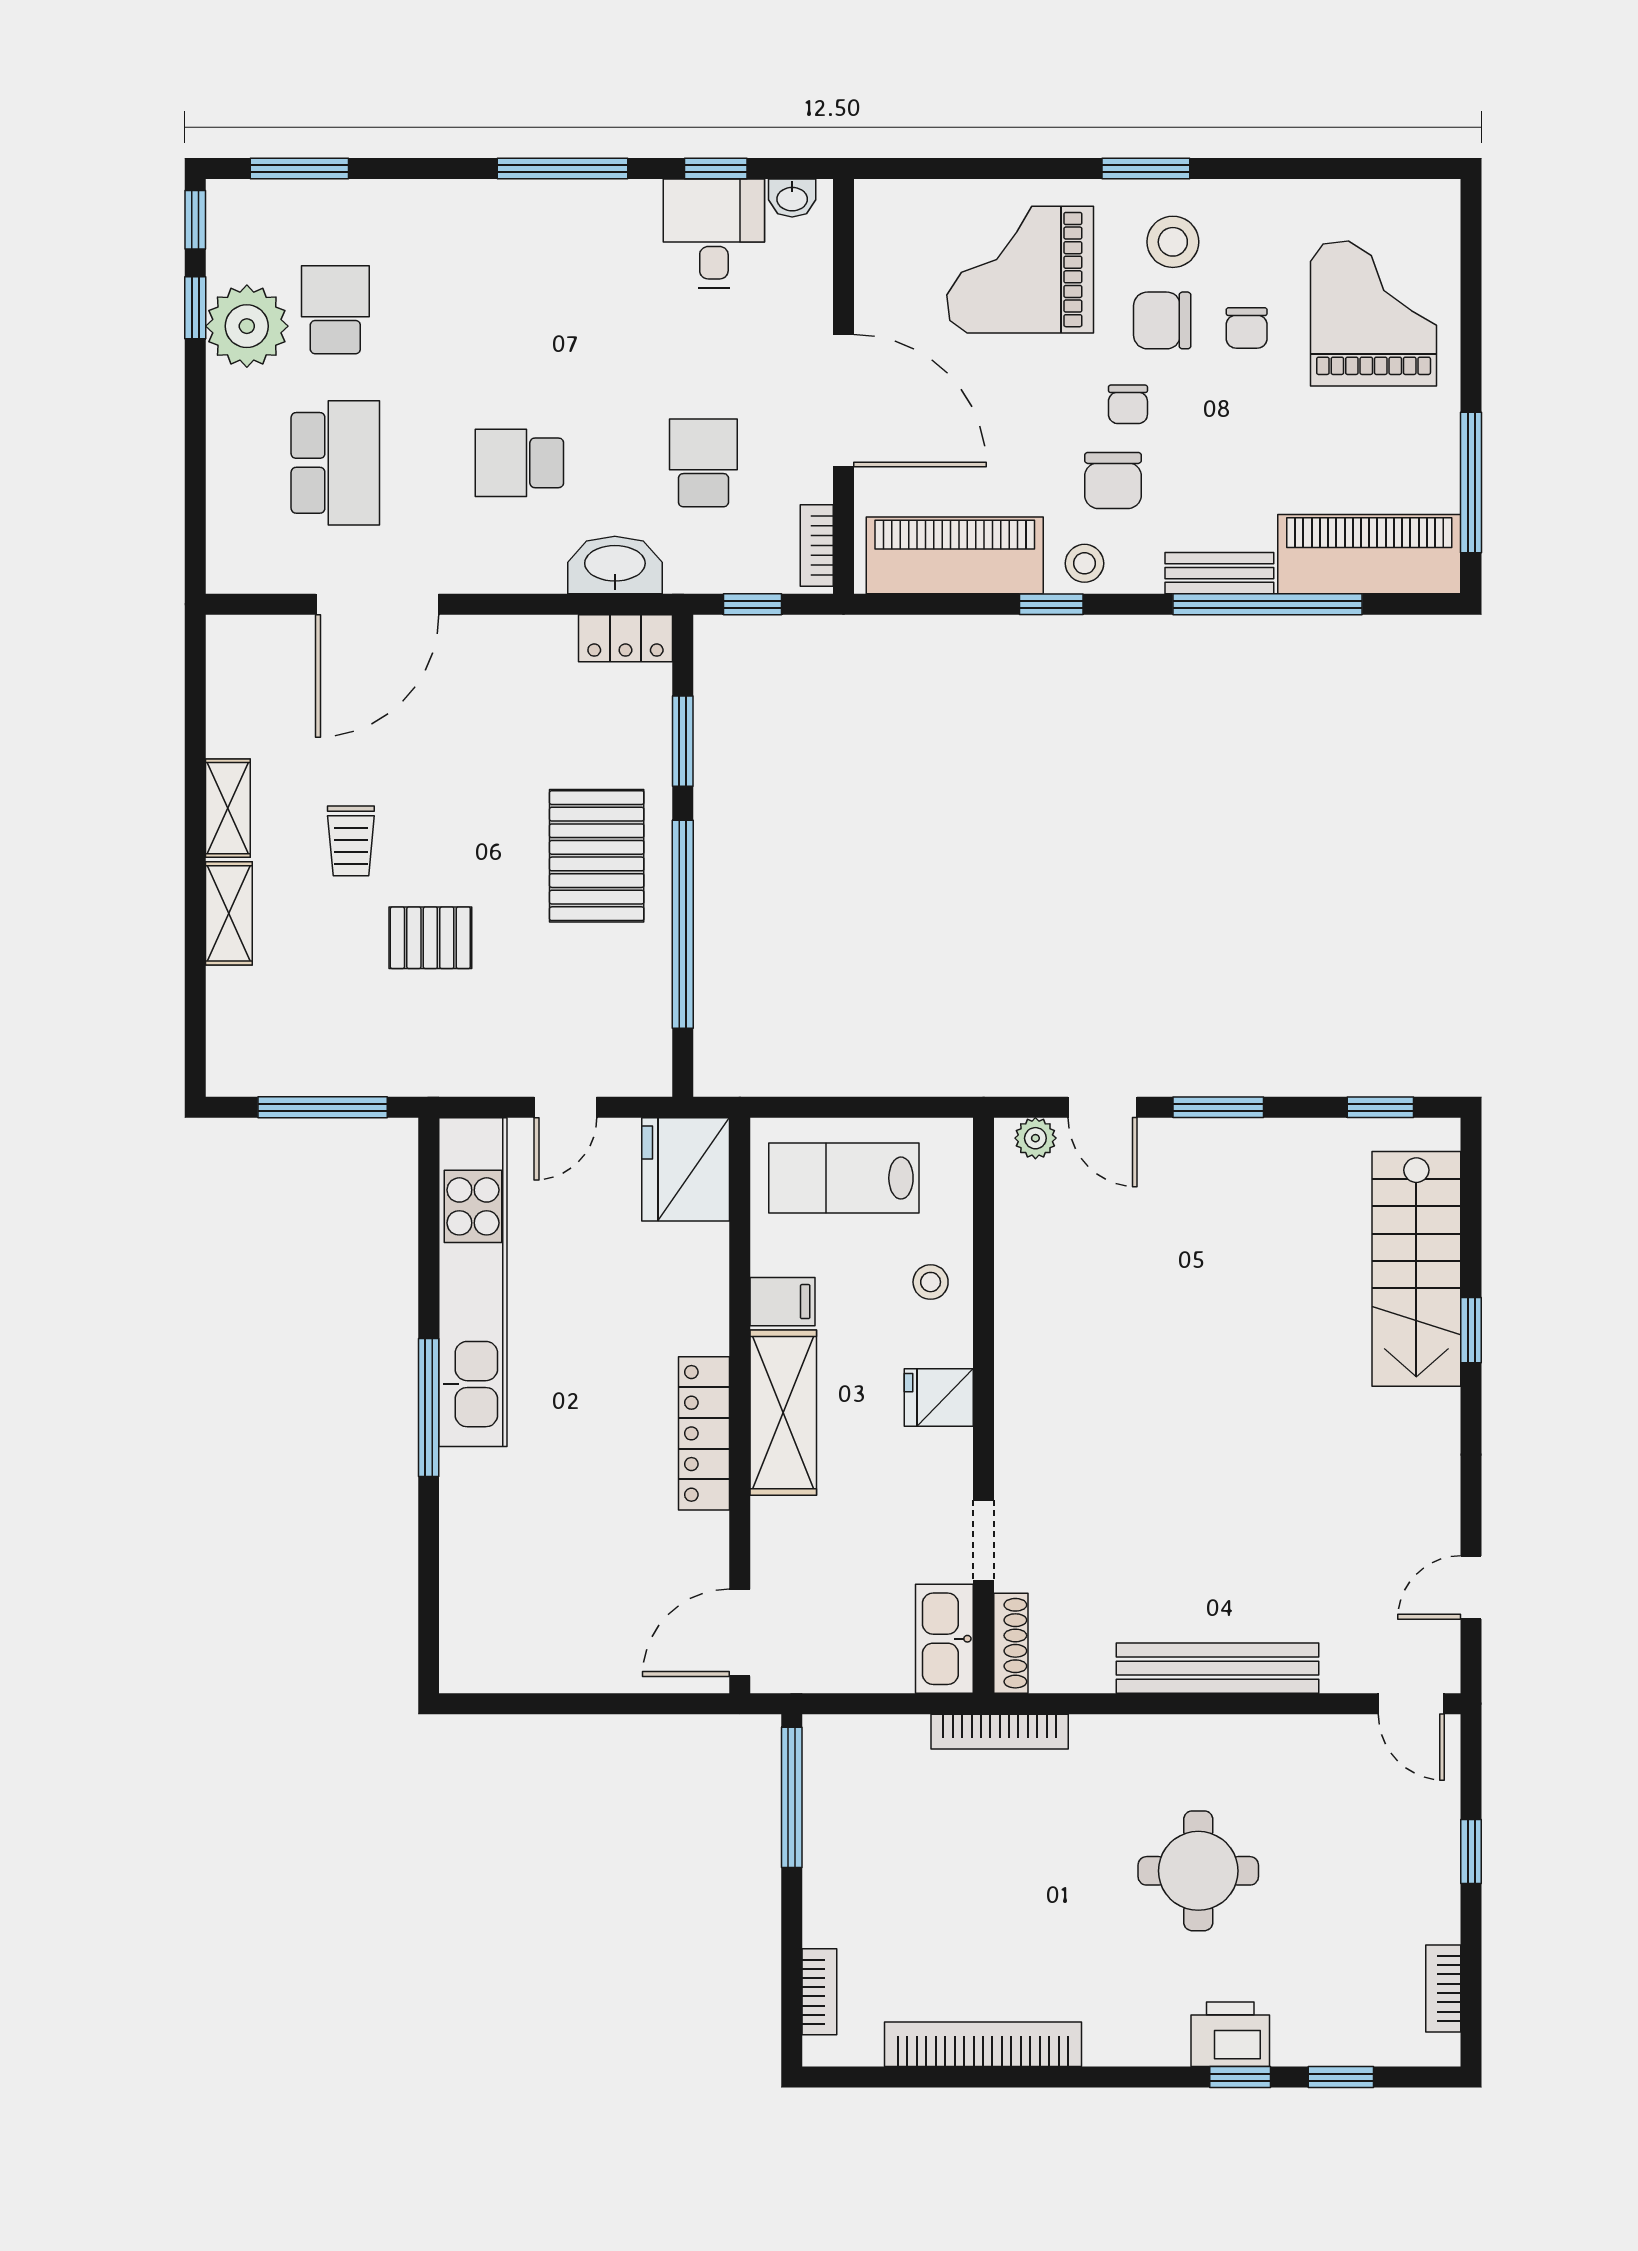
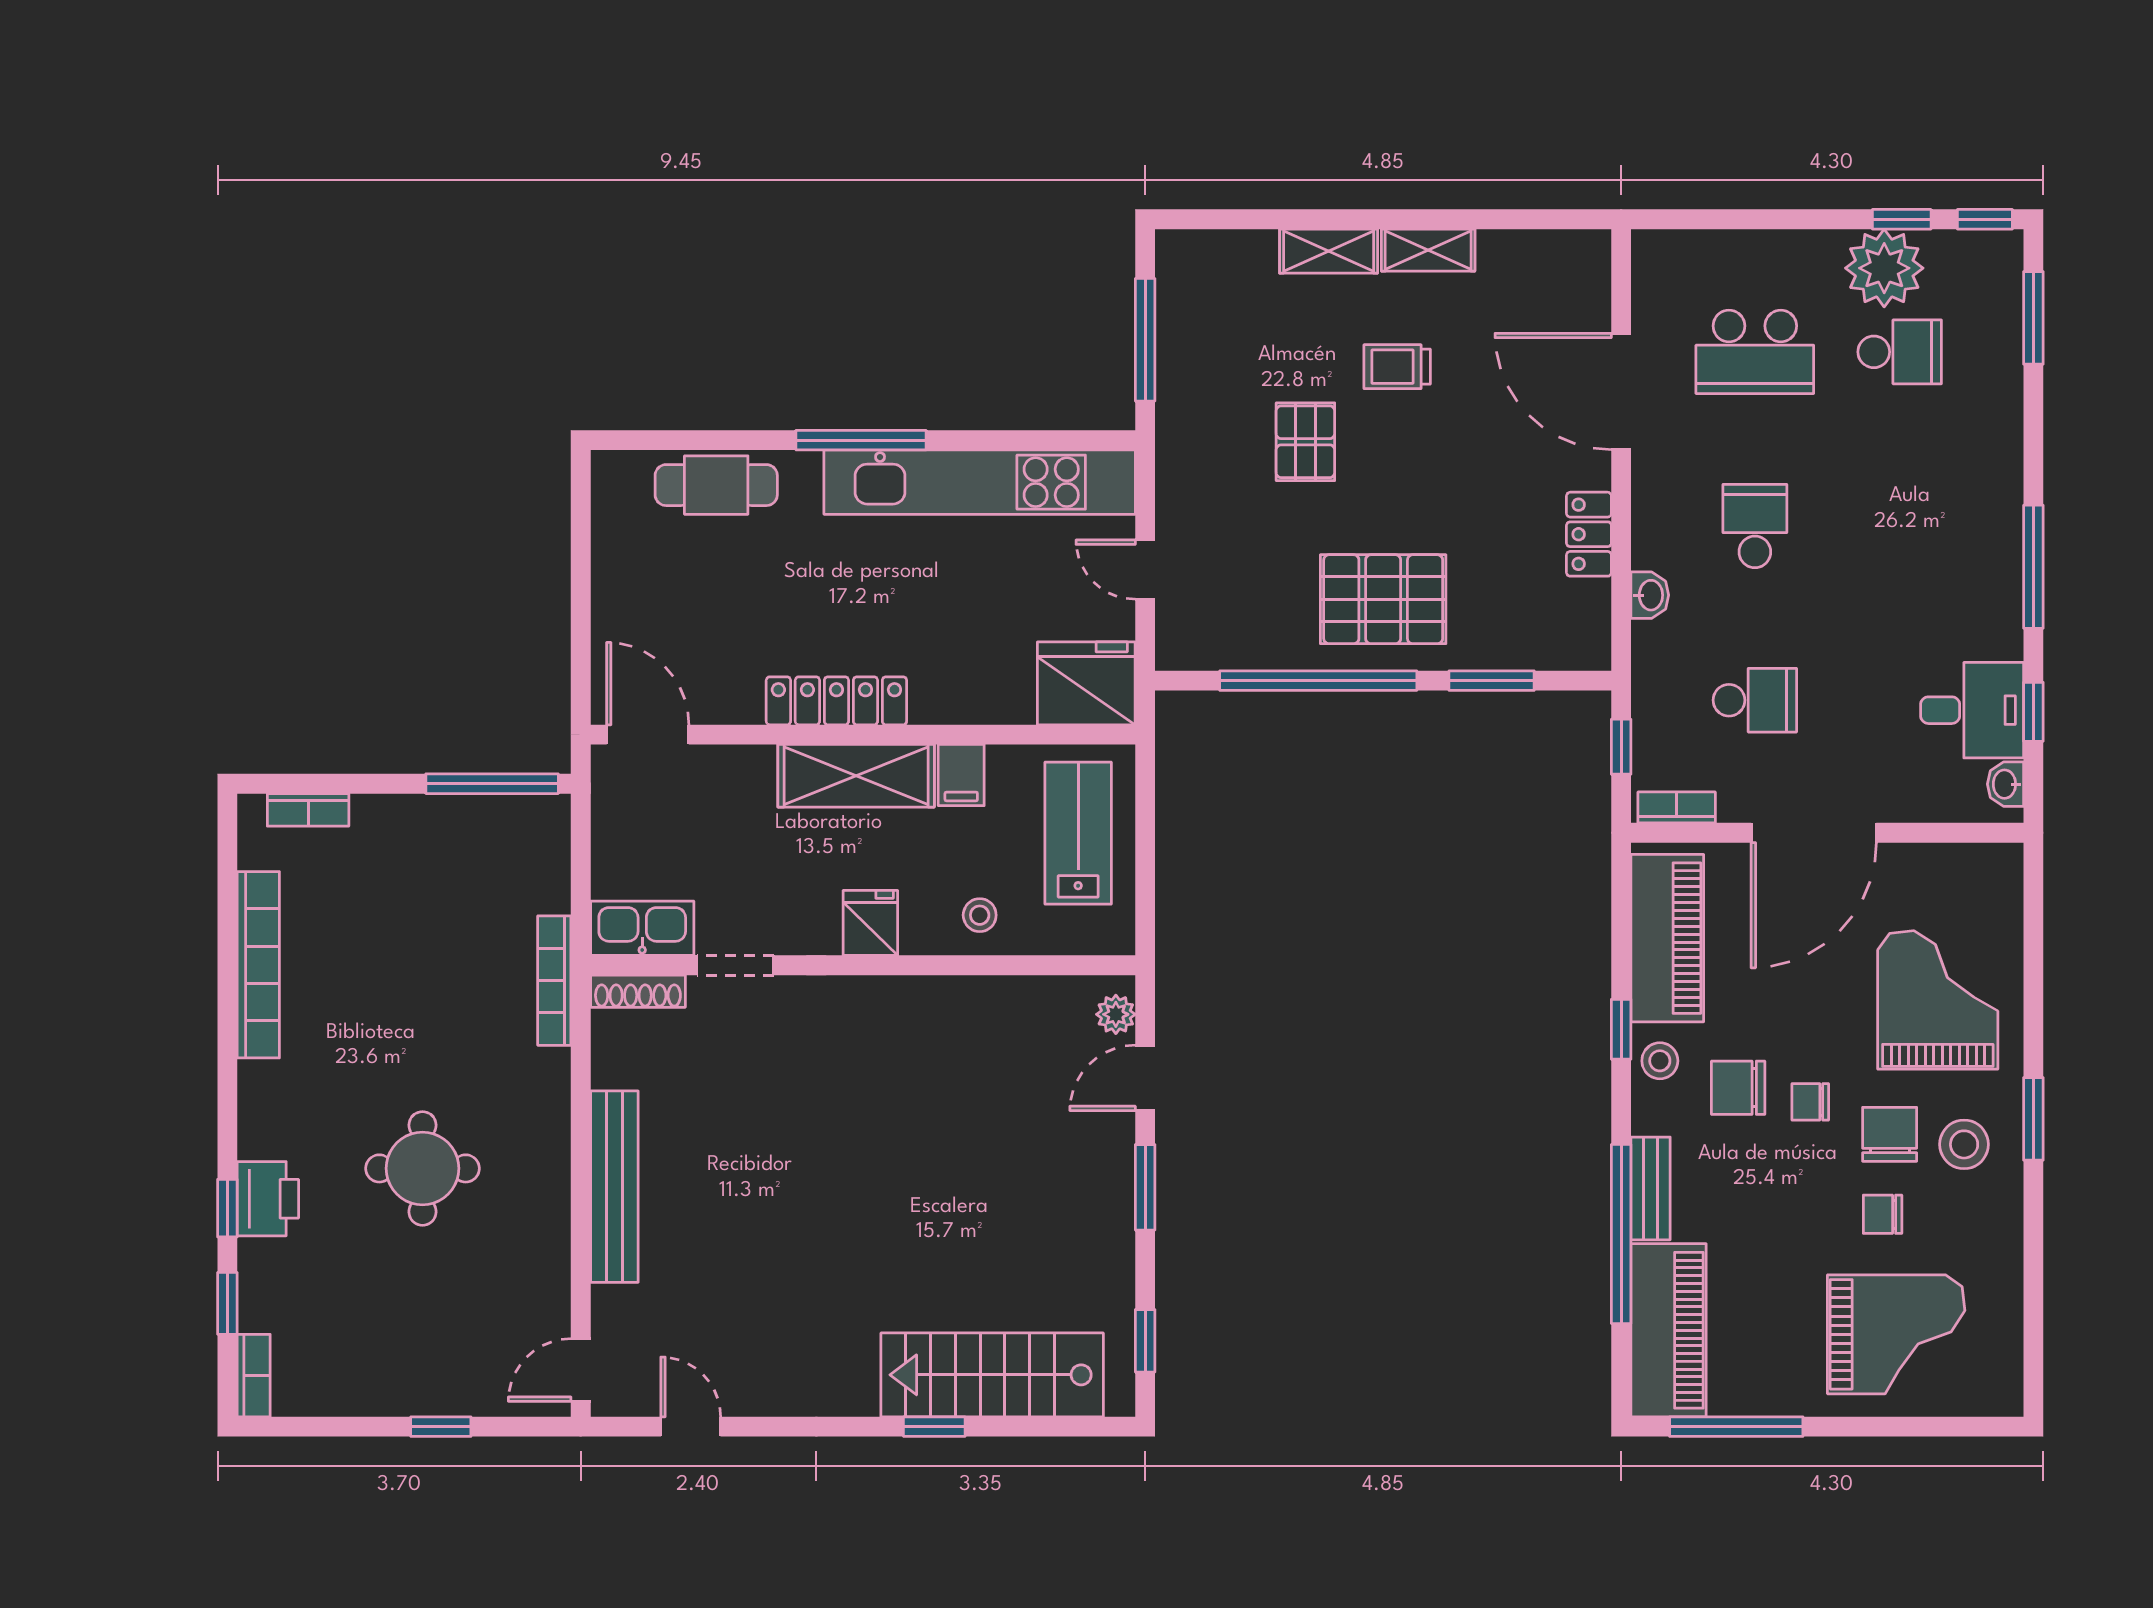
washbasin: (615, 565) -> (1650, 595), width x0.52, depth x0.69
locker: (625, 638) -> (1589, 534), moved
cafe table: (476, 1560) -> (716, 485), added
bookcase: (1443, 1988) -> (254, 1376), moved, turned 90

